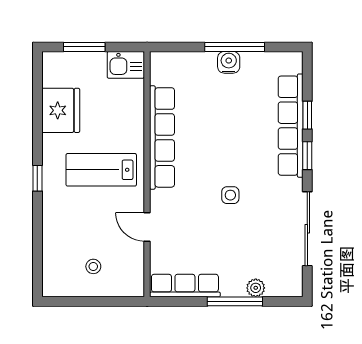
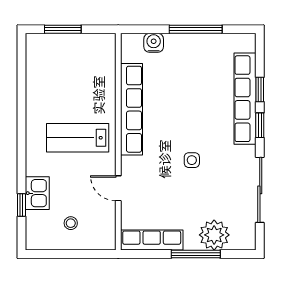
water cooler: (229, 62) -> (154, 43), moved
kitchen sink: (126, 65) -> (37, 193), moved, turned -90
fridge: (61, 110) -> (42, 85), removed
window: (37, 178) -> (21, 205), moved
plant: (256, 288) -> (214, 235), width x1.88, depth x1.88

